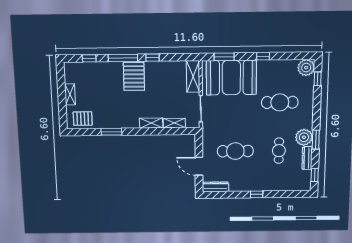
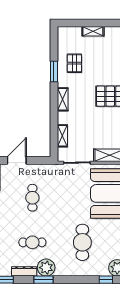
pallet: (83, 119) -> (74, 63), moved
shelving: (151, 123) -> (63, 99), moved
cafe table: (235, 151) -> (32, 198), width x0.73, depth x0.74

